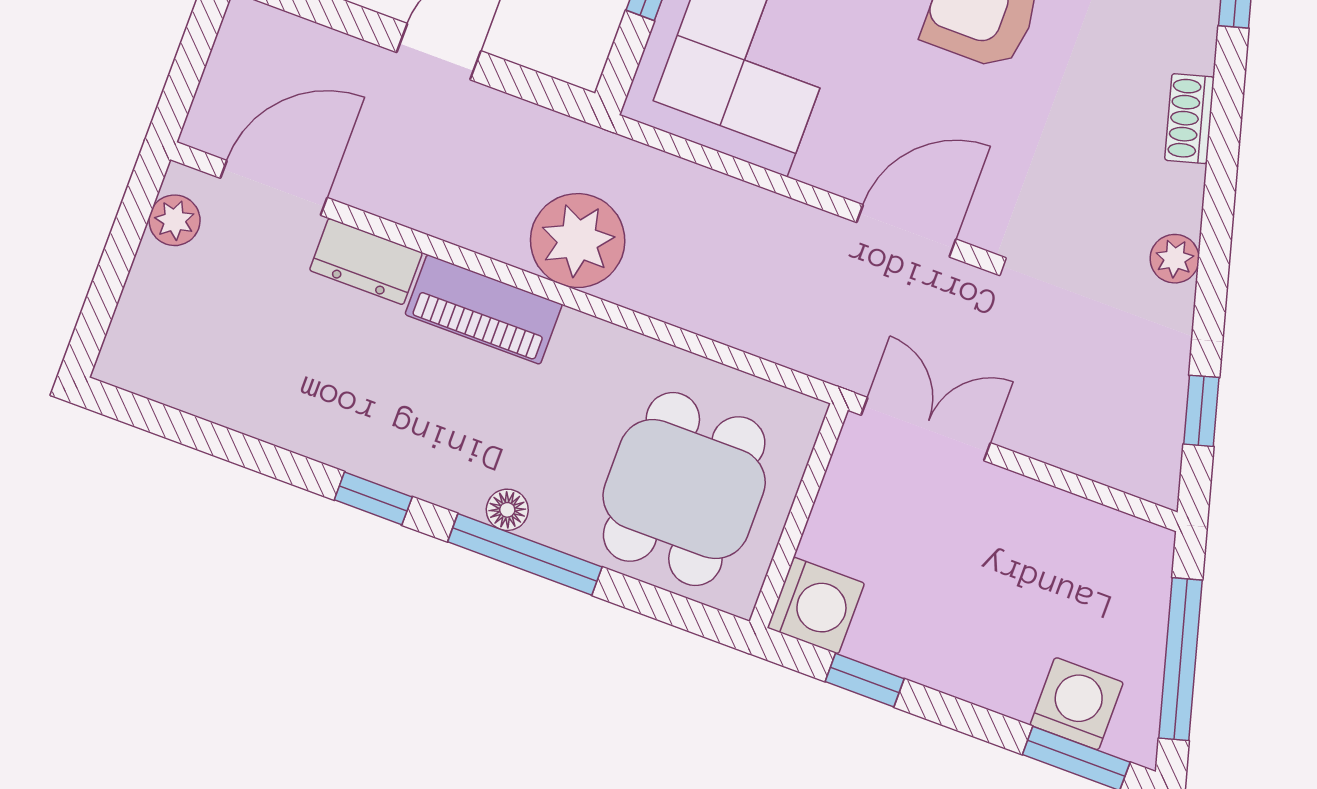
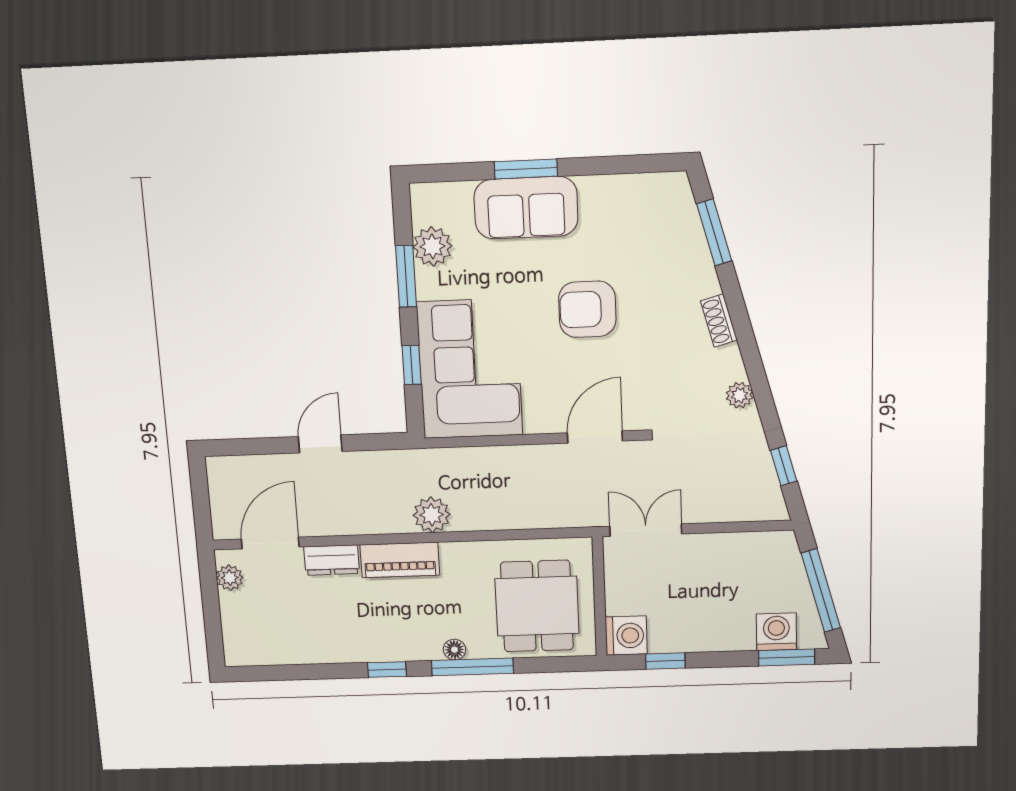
plant: (578, 241) -> (432, 515), width x0.73, depth x0.73

